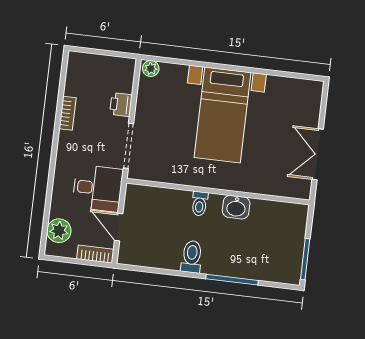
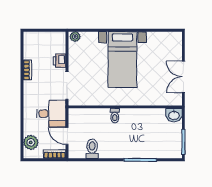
washbasin: (236, 207) -> (174, 115), moved
toilet: (192, 257) -> (92, 149), moved

